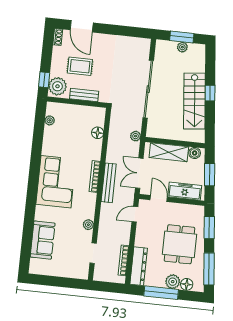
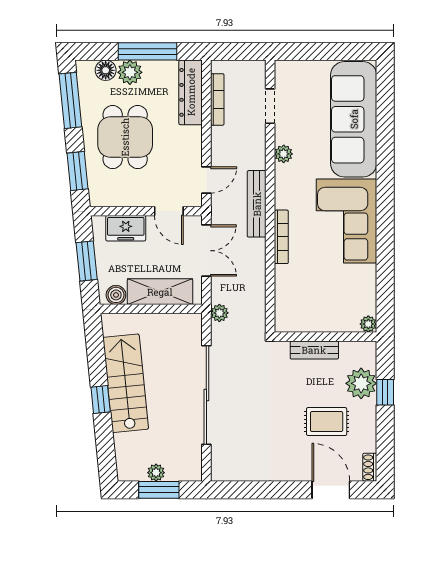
bench: (84, 95) -> (314, 350), moved
wall: (77, 102) -> (326, 337), moved
floor lamp: (98, 133) -> (285, 312), removed
bench: (109, 183) -> (257, 204), moved
freezer: (185, 191) -> (126, 228), width x0.71
sofa: (43, 240) -> (354, 119), width x1.85, depth x1.27

